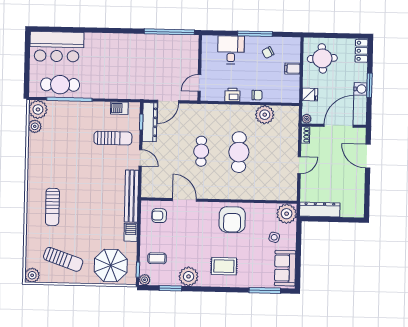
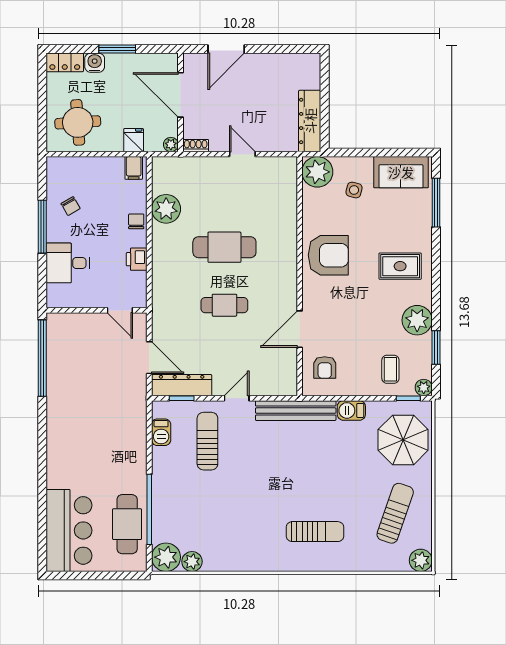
filing cabinet: (292, 69) -> (134, 168), moved
water cooler: (360, 89) -> (95, 63), moved
rug: (224, 266) -> (400, 266), turned 90

